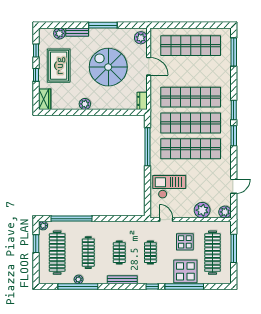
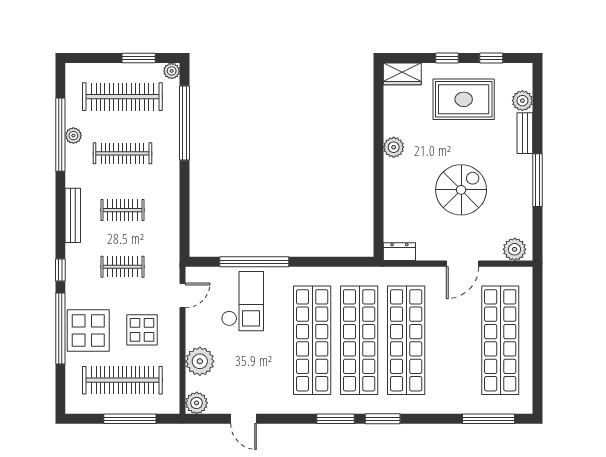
spiral stairs: (108, 67) -> (461, 190), width x0.73, depth x0.73
window: (148, 147) -> (254, 262), moved

